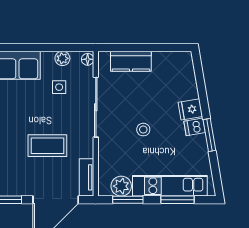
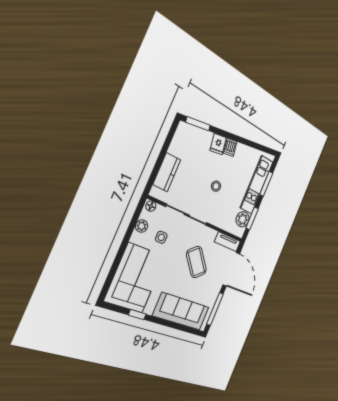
window: (209, 135) -> (198, 124), moved
coffee table: (47, 146) -> (196, 262), turned -40

